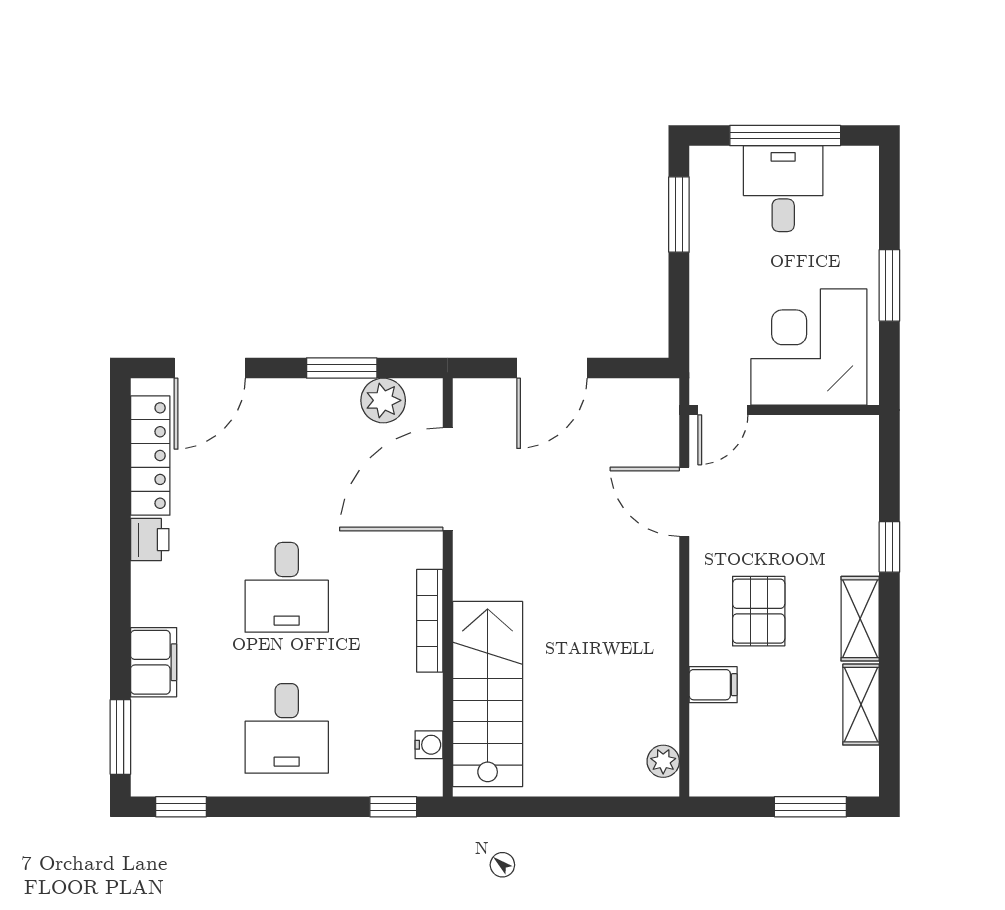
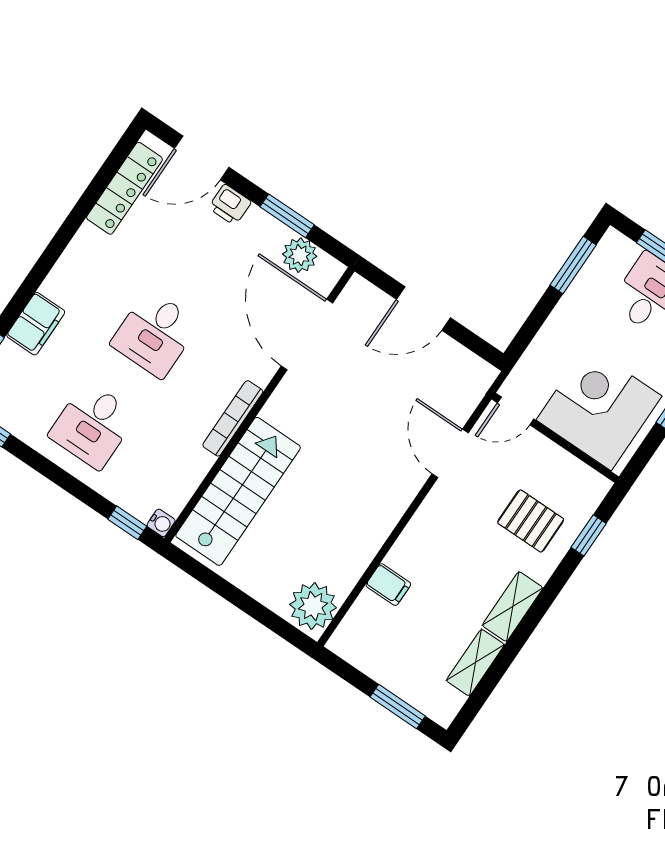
door: (448, 479) -> (307, 335), hinge flipped
printer: (150, 540) -> (230, 205), moved, turned 90
window: (889, 547) -> (589, 535), moved
pallet: (759, 611) -> (531, 521), moved, turned 90
water cooler: (429, 745) -> (161, 523), moved
plant: (663, 761) -> (313, 606), width x1.88, depth x1.88

